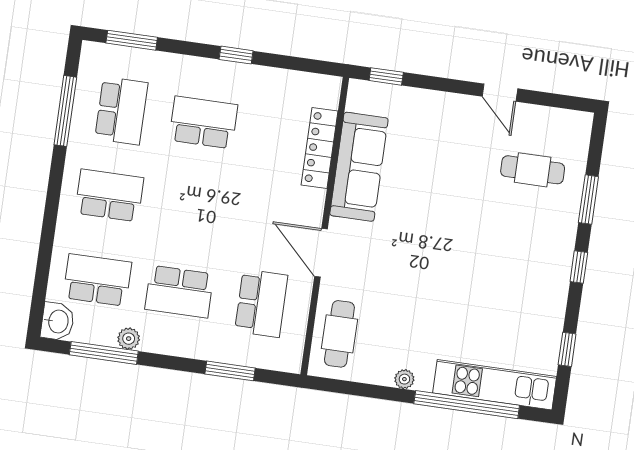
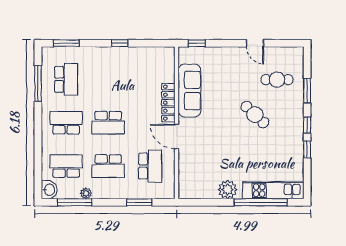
school desk: (203, 122) -> (108, 123), moved, turned 180
locker: (320, 148) -> (168, 103), moved
cafe table: (339, 334) -> (255, 115), moved, turned -47
window: (567, 349) -> (307, 149), moved
plant: (404, 379) -> (228, 190), width x1.87, depth x1.87

